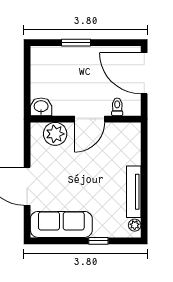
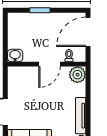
door: (144, 73) -> (88, 32), hinge flipped
plant: (55, 134) -> (77, 75), moved

